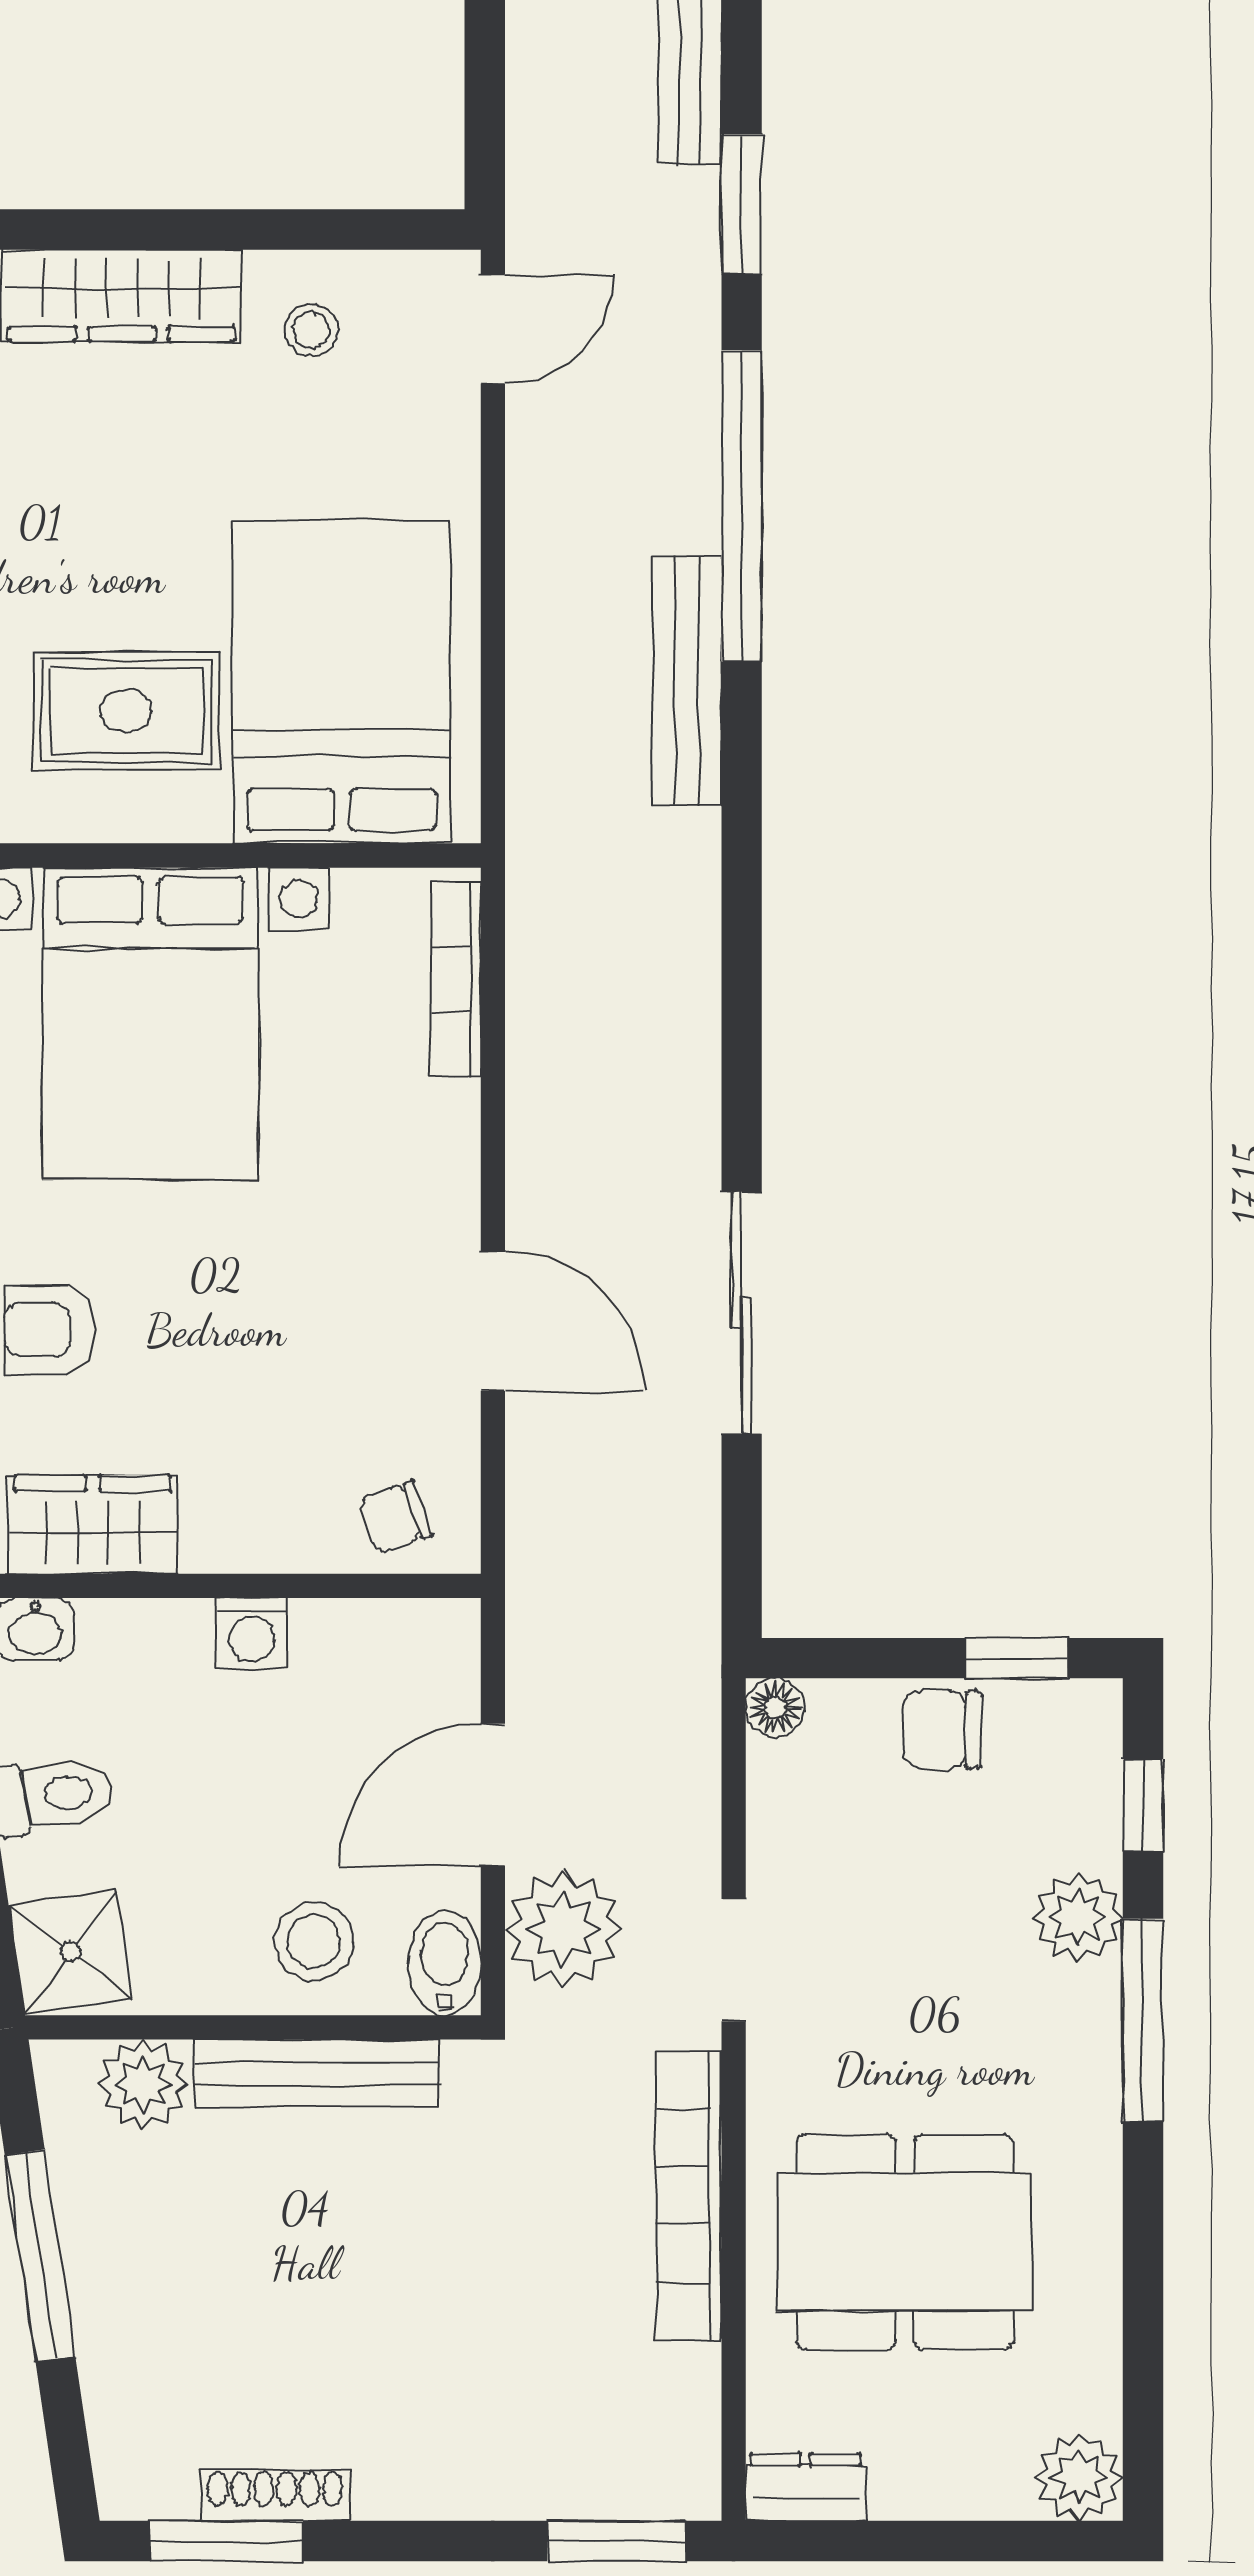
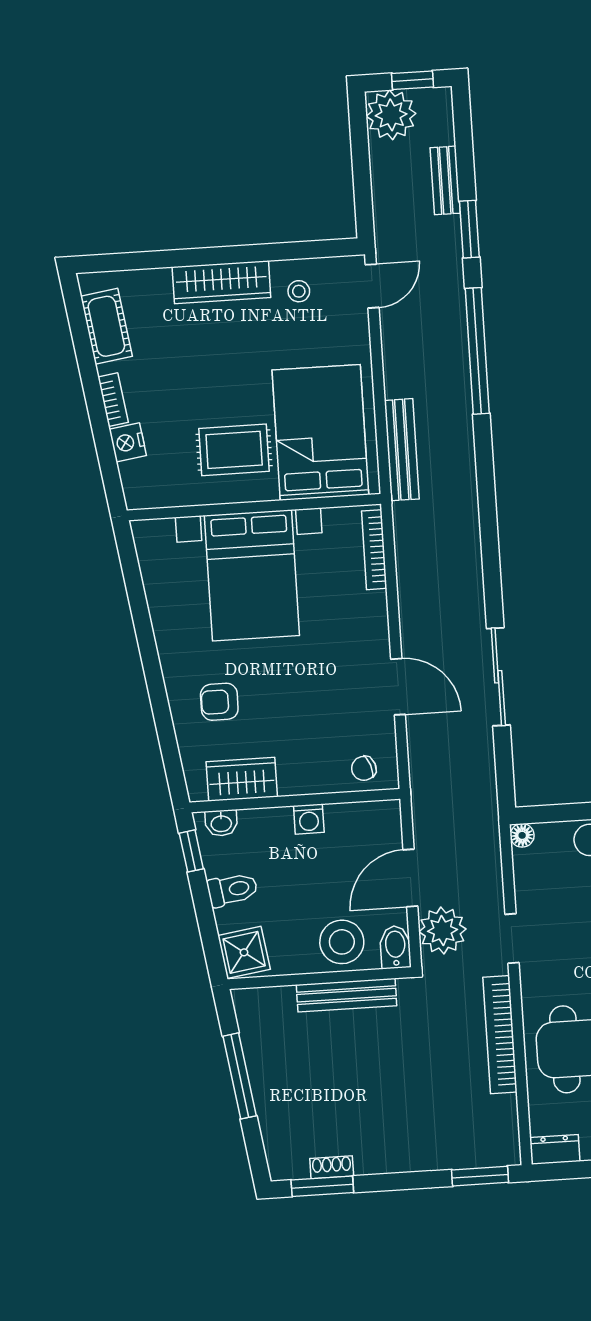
bench: (687, 681) -> (402, 450), moved
stool: (313, 1941) -> (342, 942), width x1.38, depth x1.38
plant: (143, 2084) -> (277, 1004), removed
shoe rack: (275, 2496) -> (332, 1167), width x0.70

